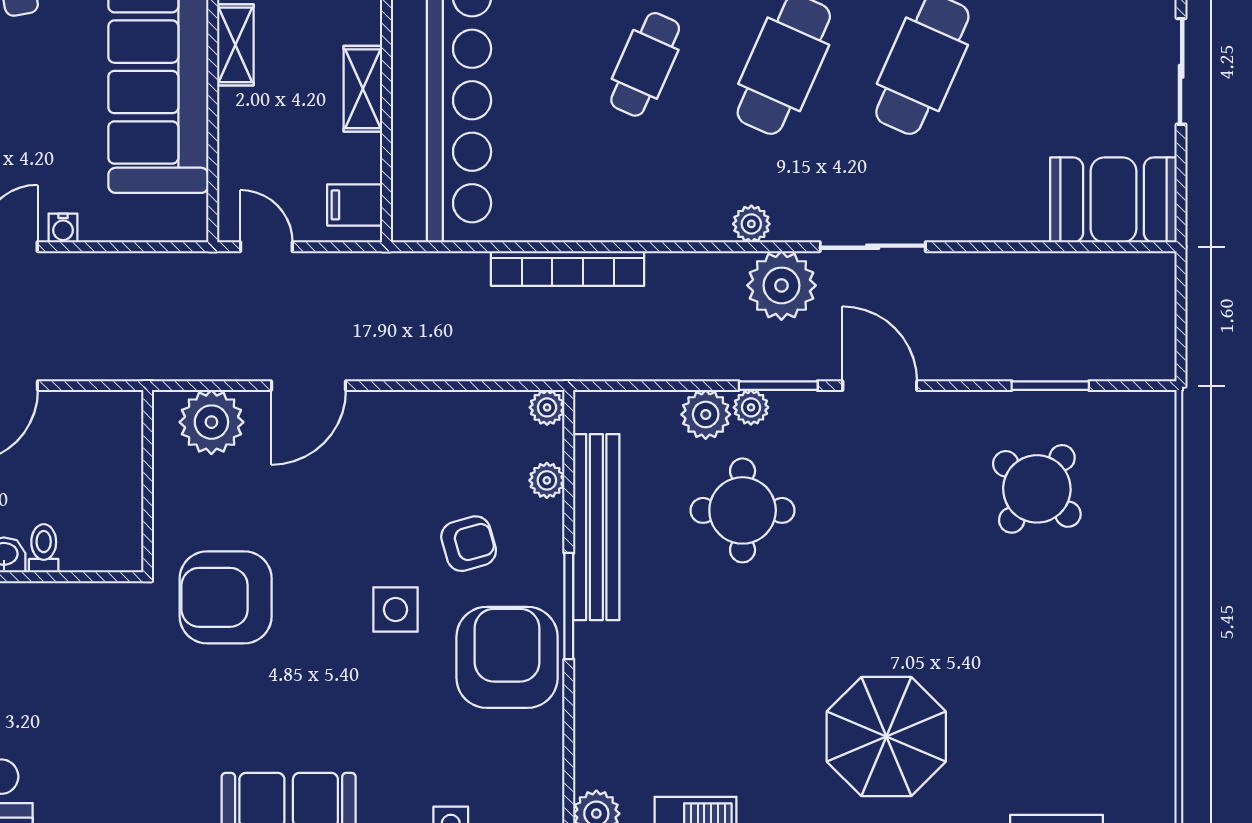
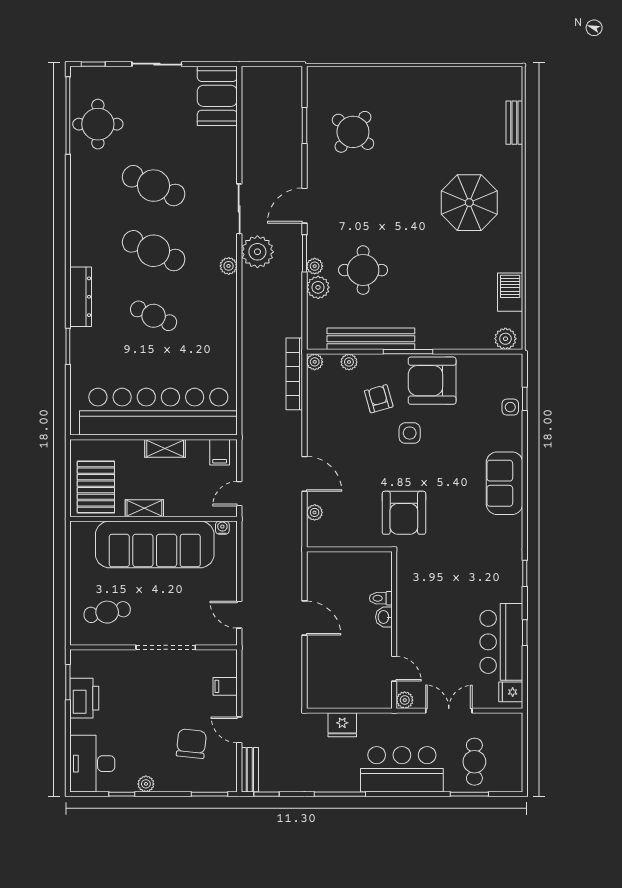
water cooler: (63, 228) -> (222, 528), moved, turned -90
bookcase: (568, 268) -> (294, 374), moved, turned 180
plant: (211, 422) -> (315, 512), width x0.53, depth x0.53

